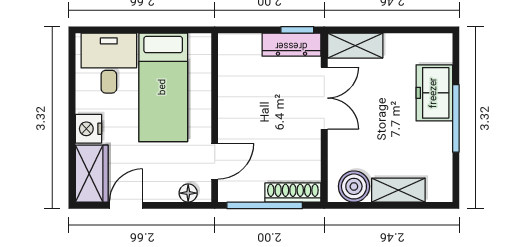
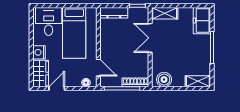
dresser: (291, 45) -> (114, 13), moved
freezer: (434, 93) -> (202, 21), moved
double door: (324, 98) -> (150, 38), swing flipped
door: (215, 161) -> (98, 68), hinge flipped
shelving: (398, 190) -> (198, 81), moved

